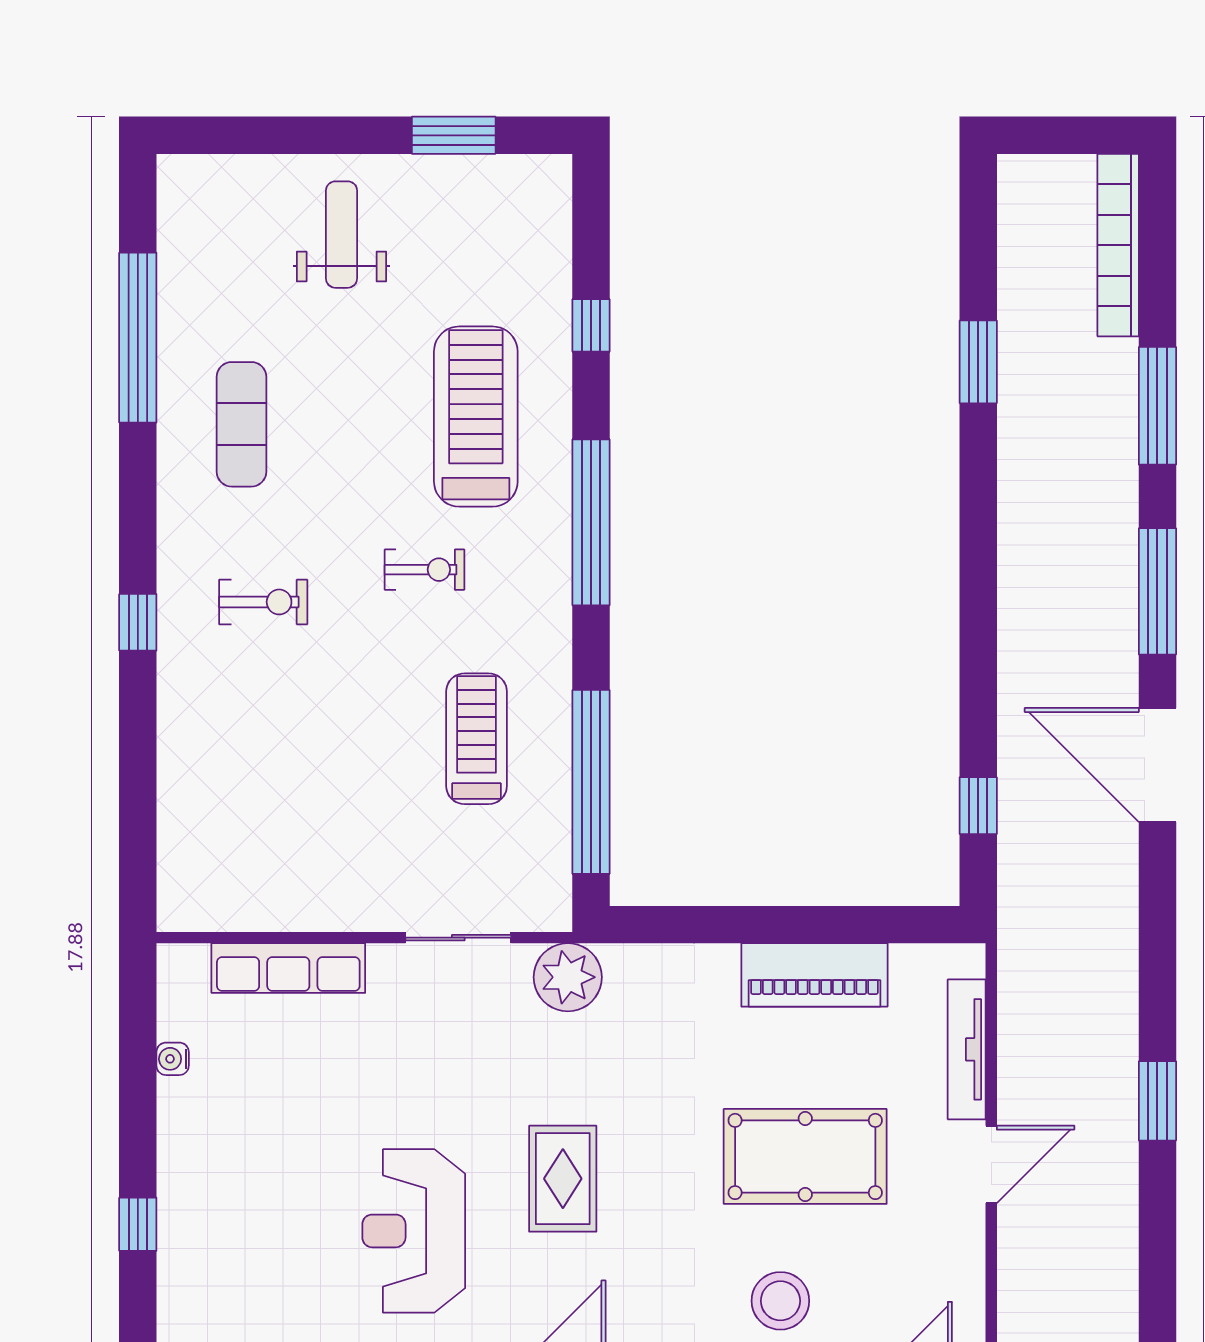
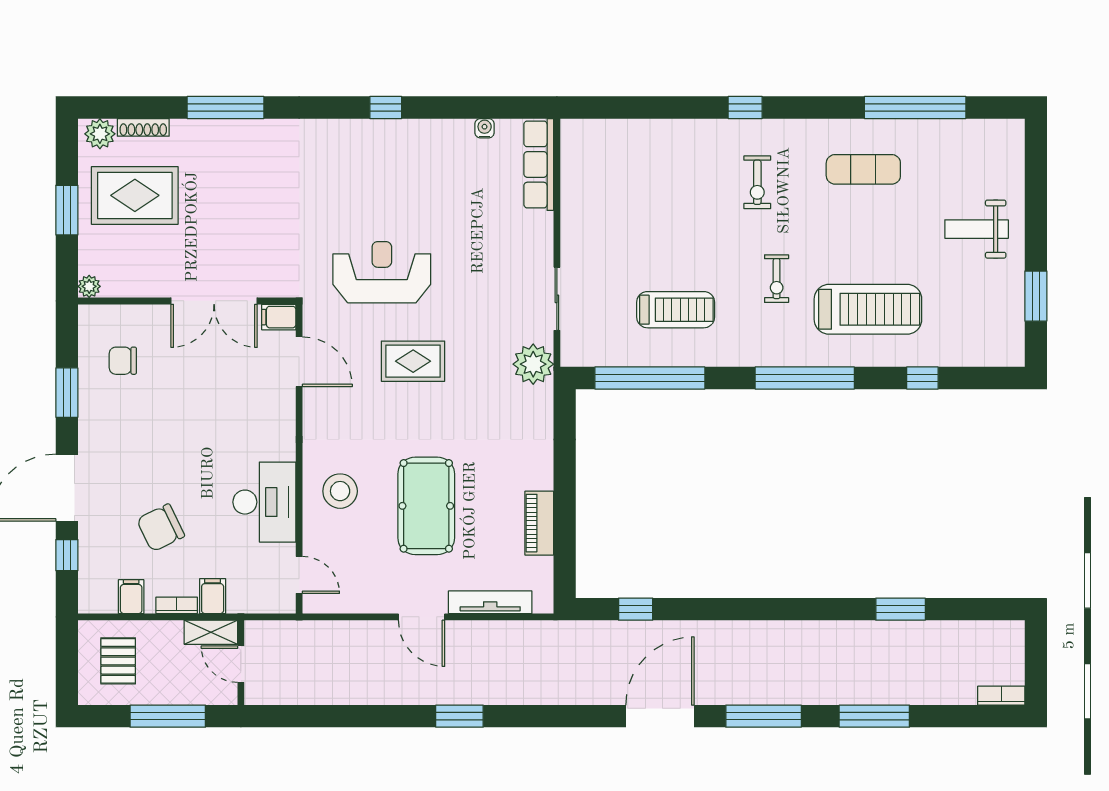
weight bench: (342, 235) -> (977, 229), turned 180
bookcase: (1118, 245) -> (1001, 696), width x0.43, depth x0.76
row of seats: (288, 968) -> (539, 164), moved
piano: (814, 975) -> (539, 523), width x0.73, depth x0.75

